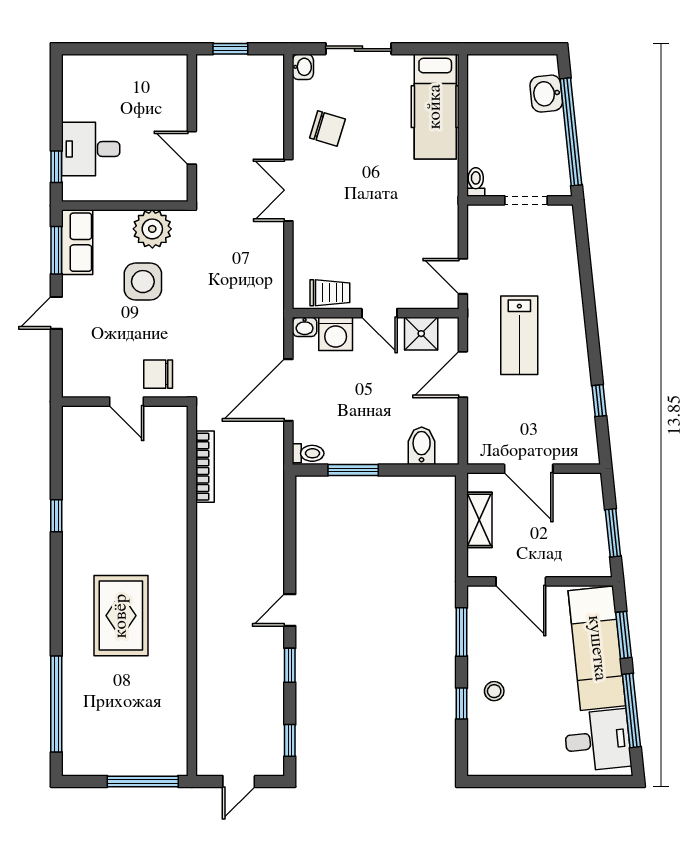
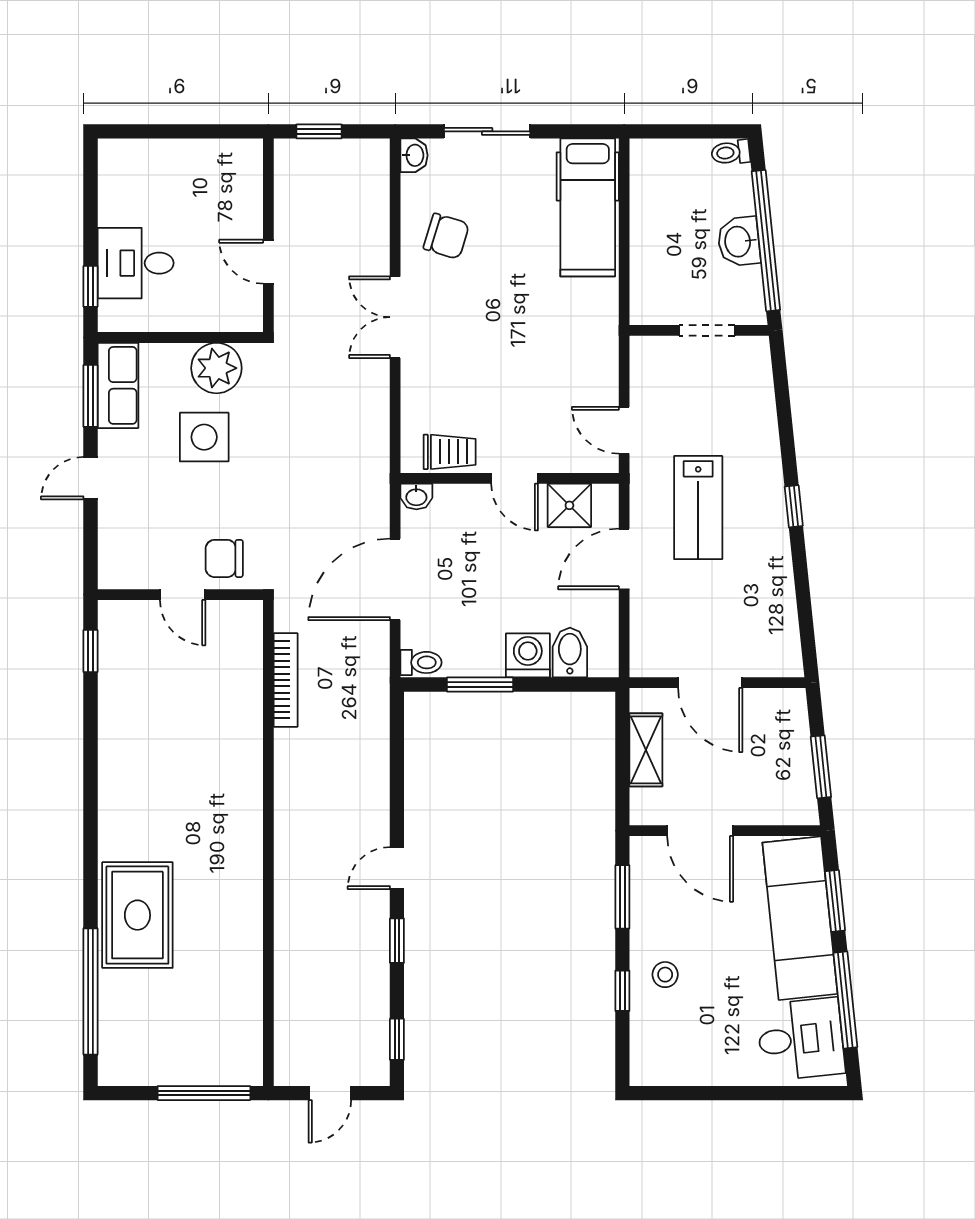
washbasin: (546, 94) -> (739, 242), moved
toilet: (476, 182) -> (731, 152), moved, turned -96
washing machine: (336, 334) -> (528, 655), moved, turned 180
window: (599, 401) -> (794, 506), moved
window: (56, 516) -> (90, 651), moved
rug: (121, 616) -> (137, 915), moved

